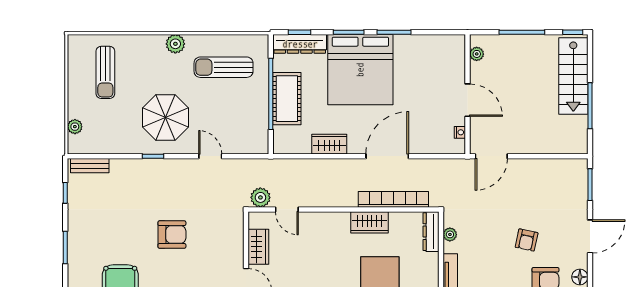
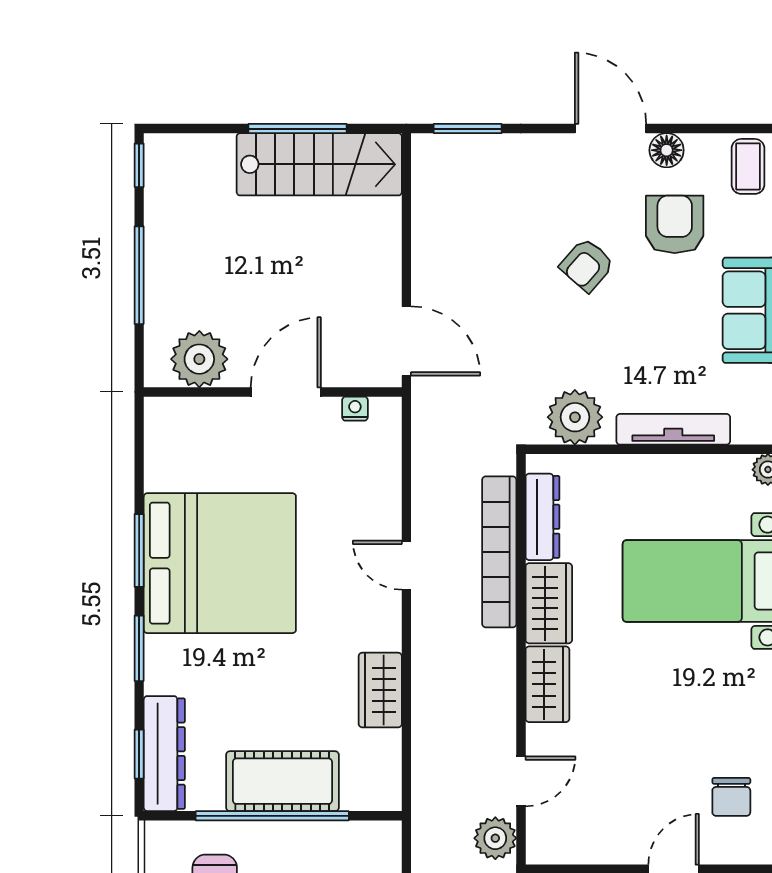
plant: (477, 54) -> (199, 359), width x1.87, depth x1.87
bed: (360, 70) -> (220, 563), moved
stairs: (573, 76) -> (319, 164), moved
door: (387, 156) -> (406, 565), width x0.53
dresser: (431, 232) -> (542, 517), moved, turned -90
plant: (450, 234) -> (575, 417), width x1.88, depth x1.88
door: (590, 236) -> (611, 129), moved
armchair: (527, 240) -> (587, 265), turned 119
wardrobe: (258, 247) -> (547, 684), moved, turned 90

